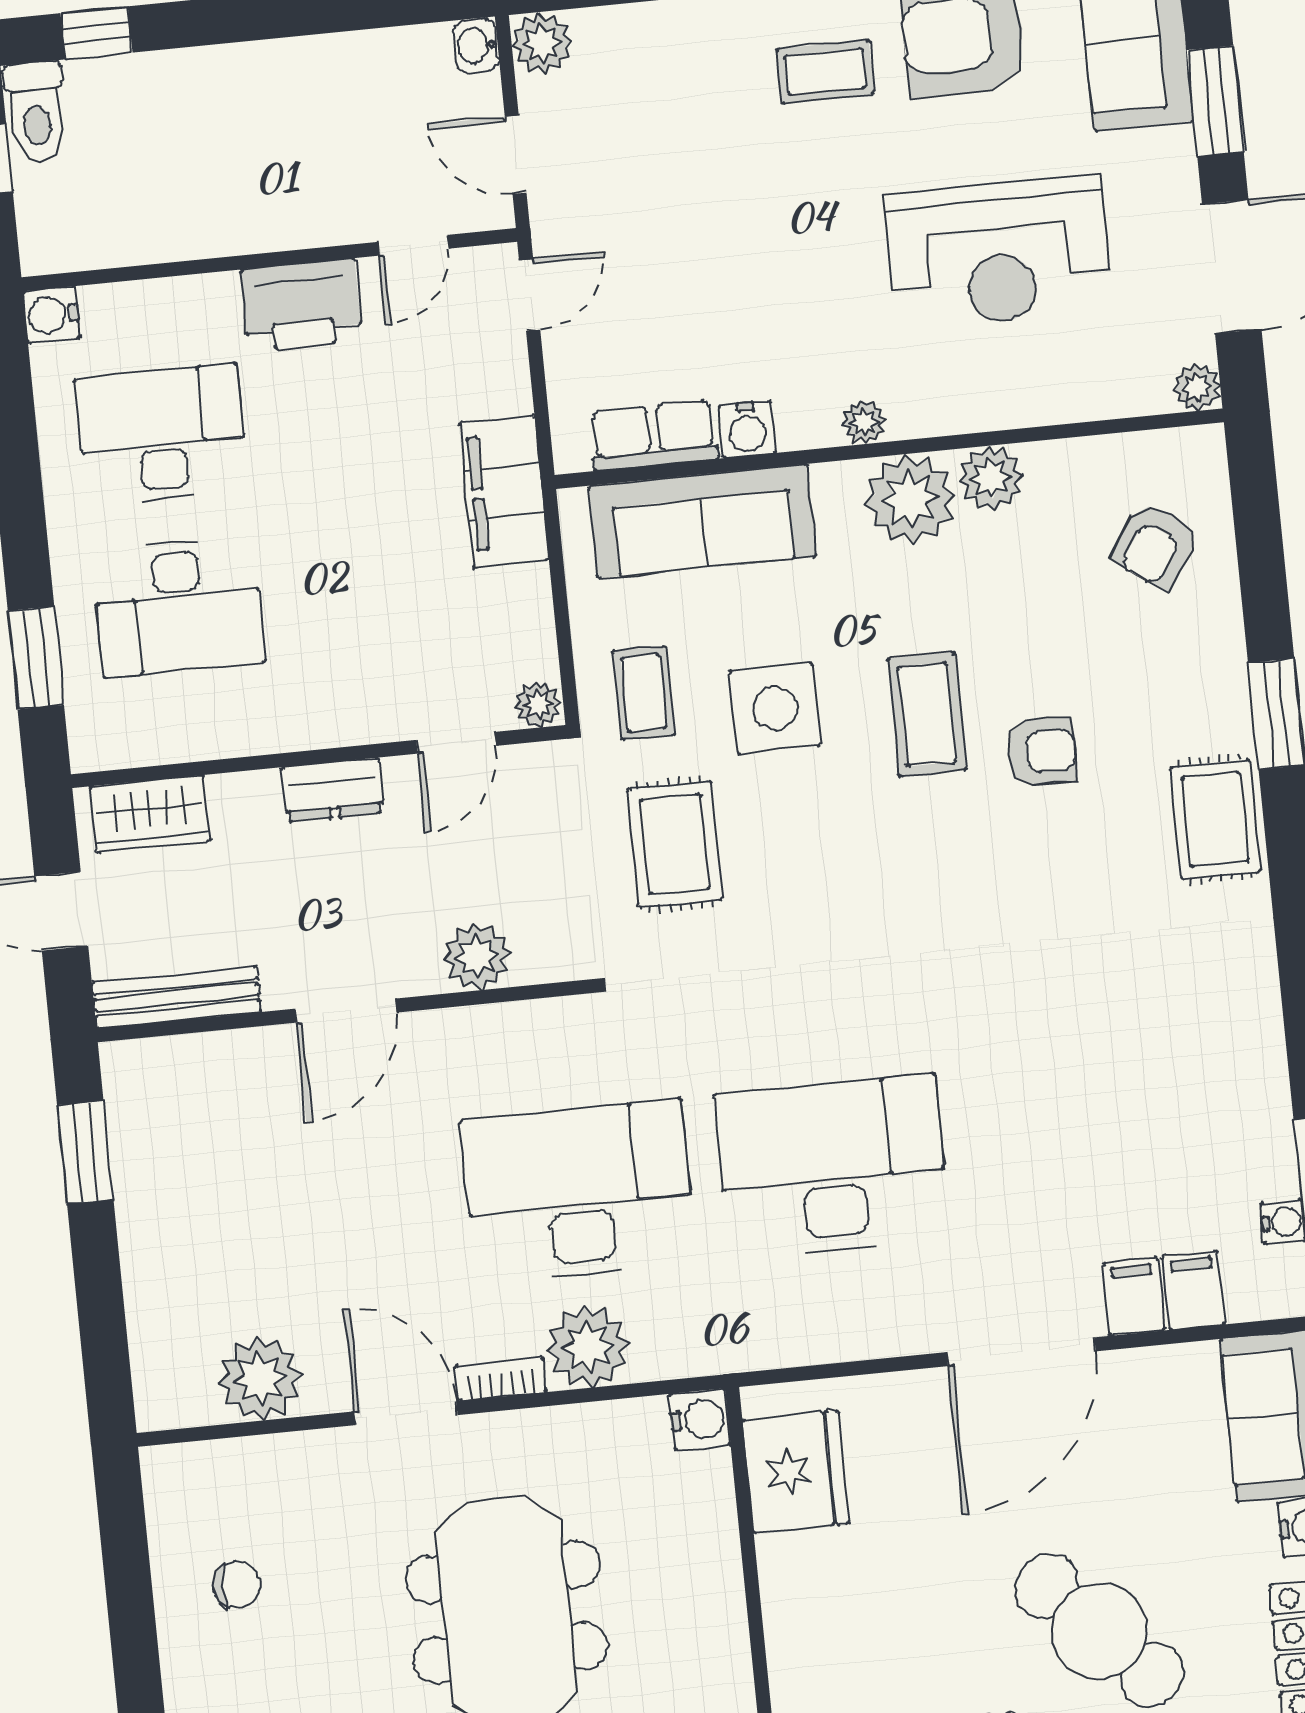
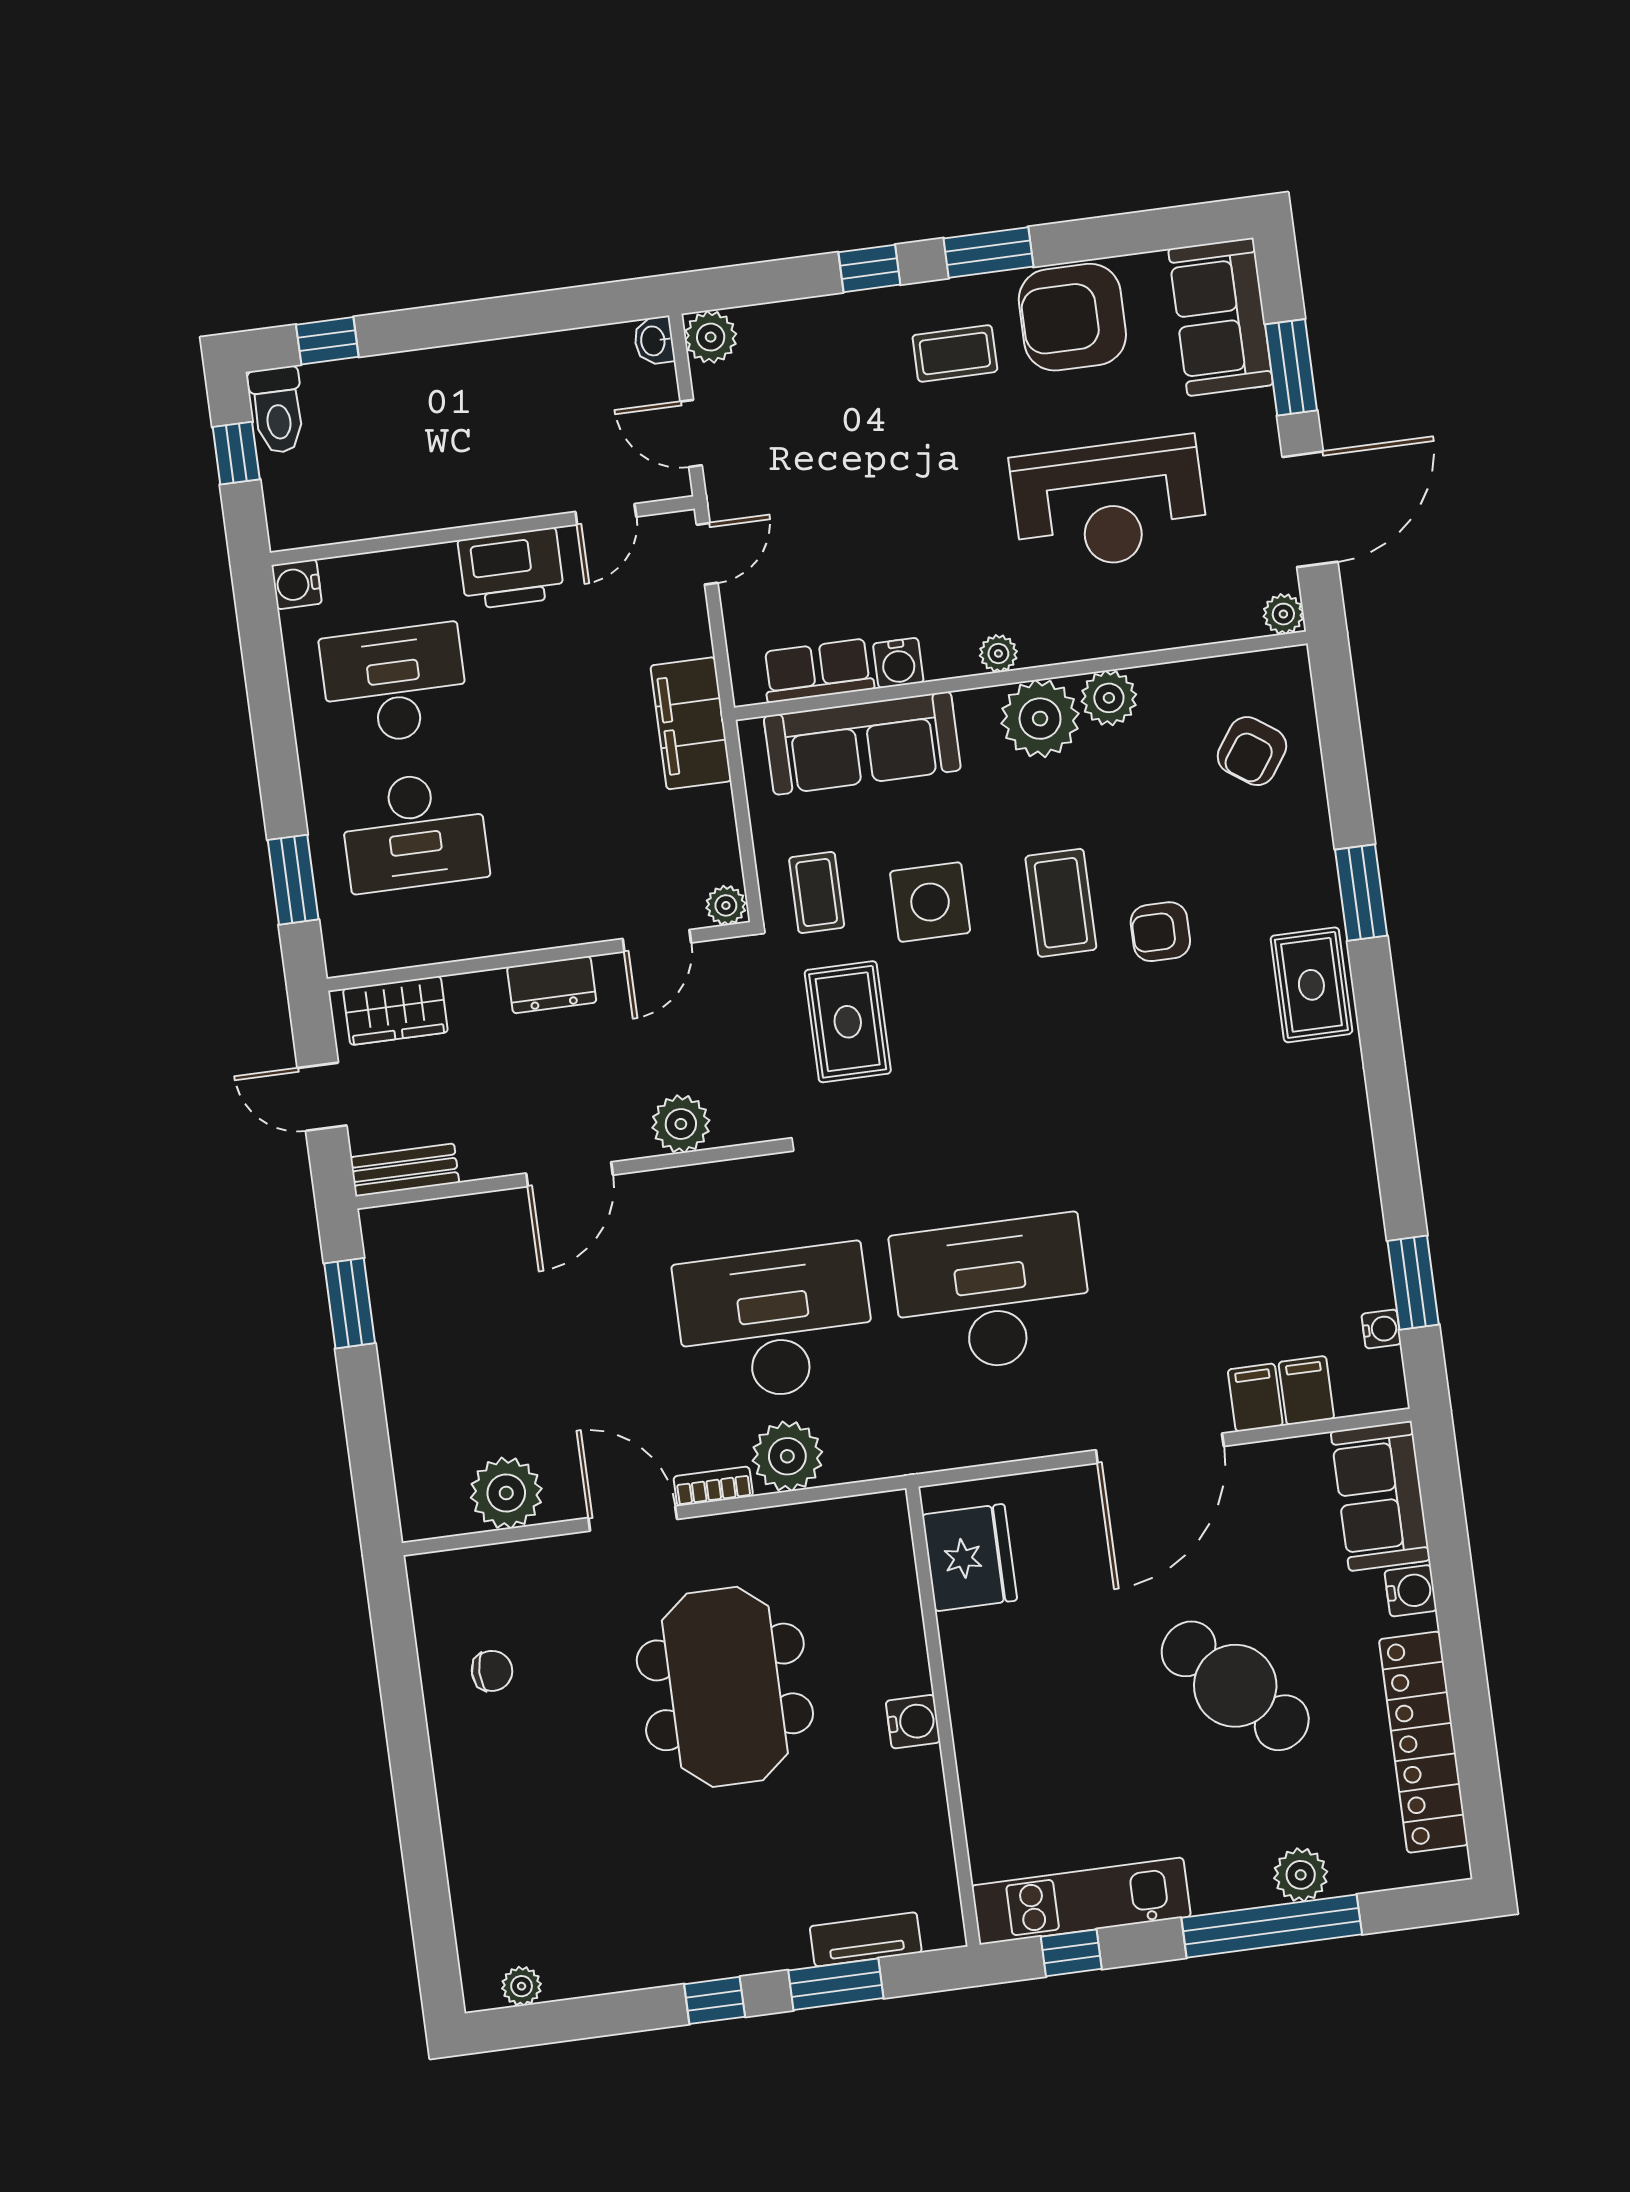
armchair: (1042, 752) -> (1160, 932), turned 180
bench: (177, 997) -> (405, 1170), width x0.73
water cooler: (700, 1419) -> (913, 1722), moved

